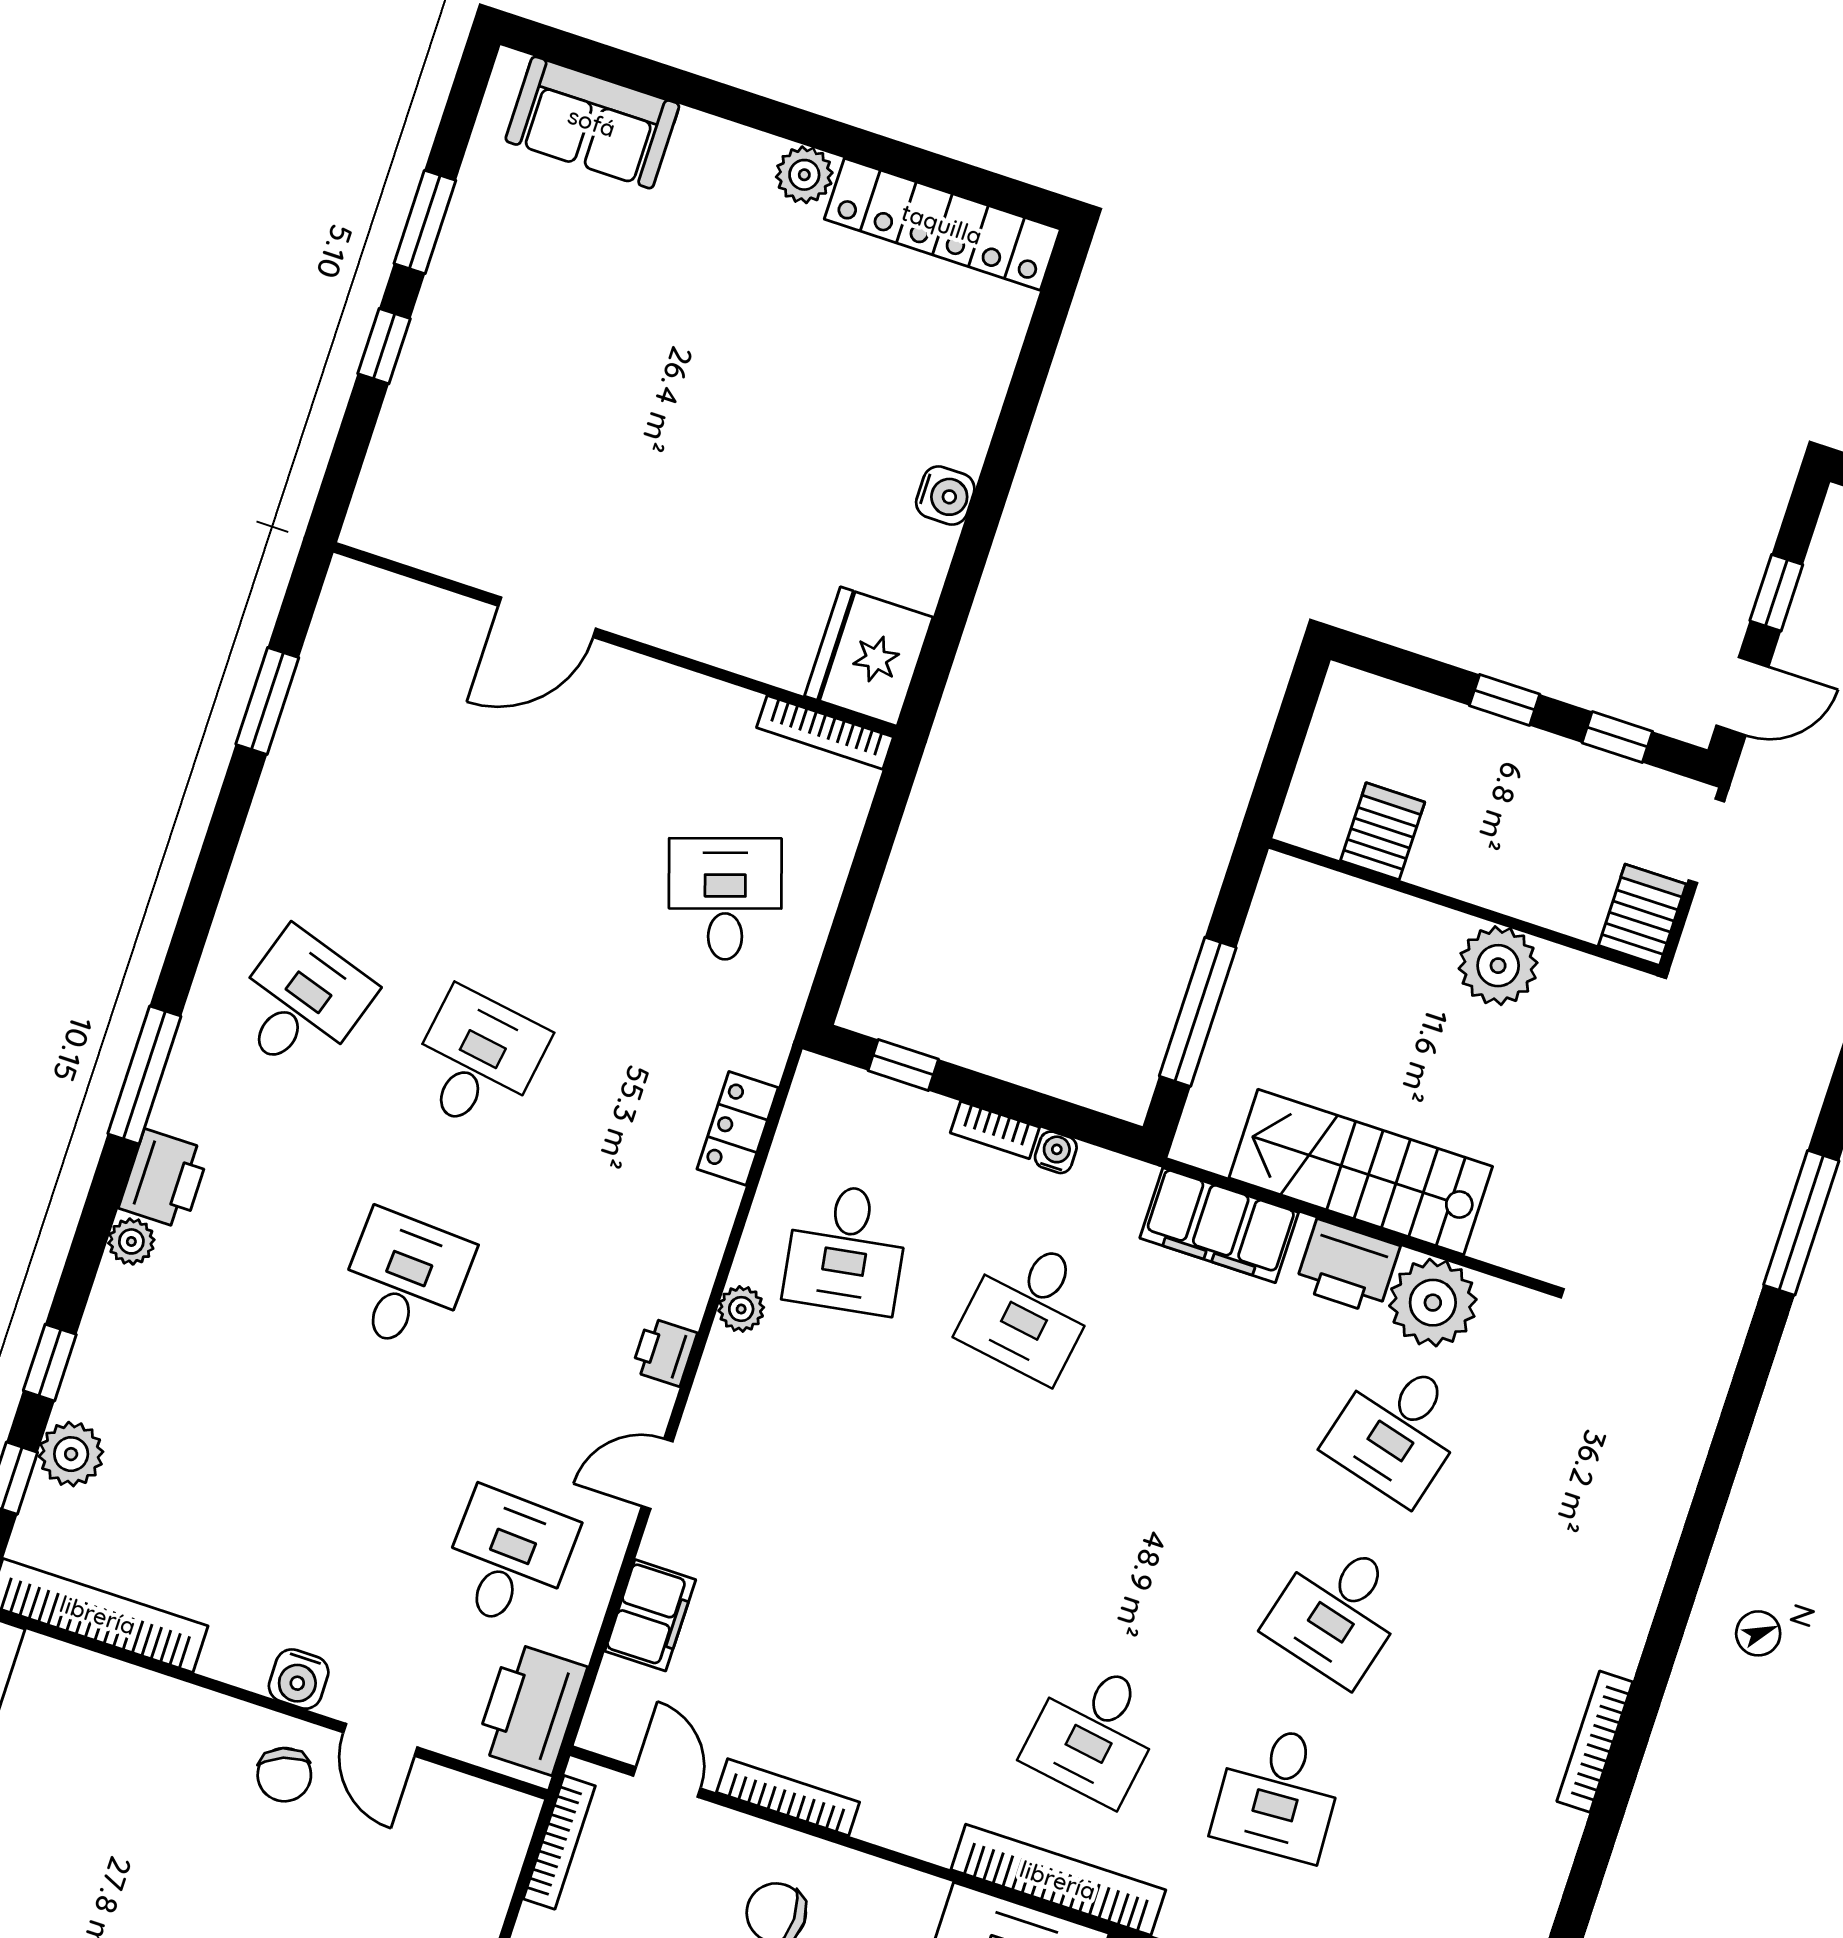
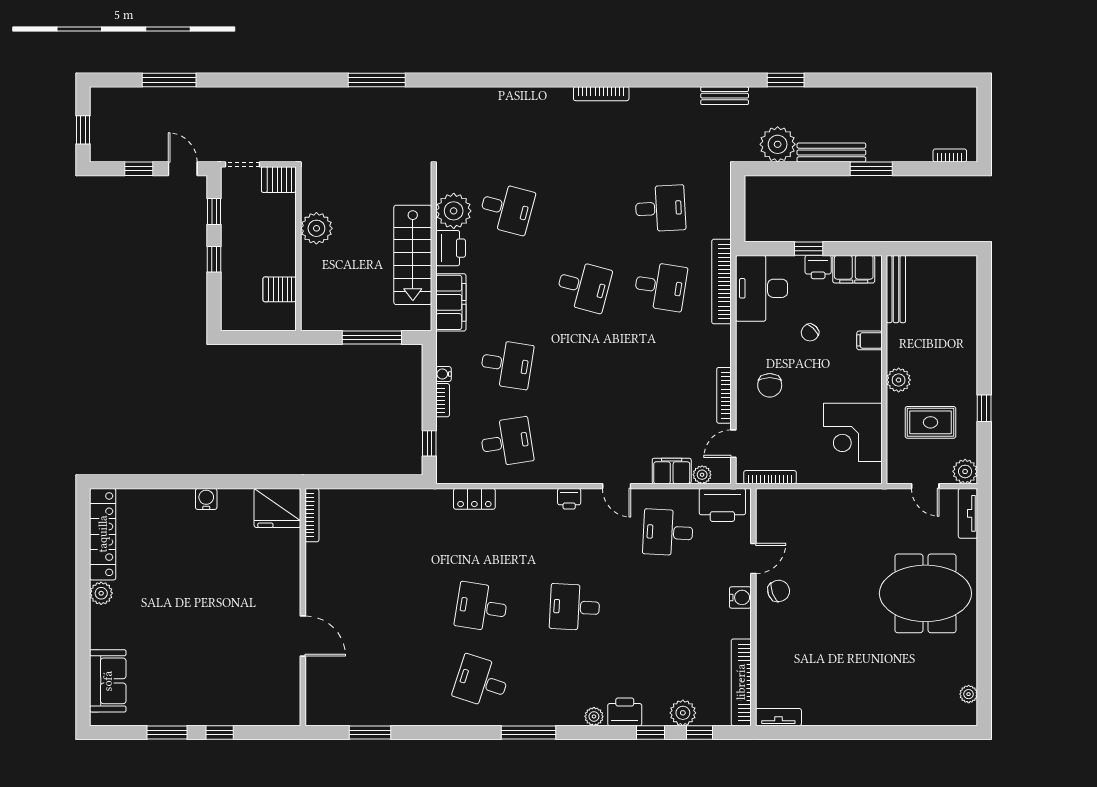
desk: (725, 899) -> (388, 532), removed
printer: (164, 1179) -> (625, 712), moved
plant: (741, 1309) -> (702, 475), moved
desk: (1338, 1611) -> (584, 286), moved

